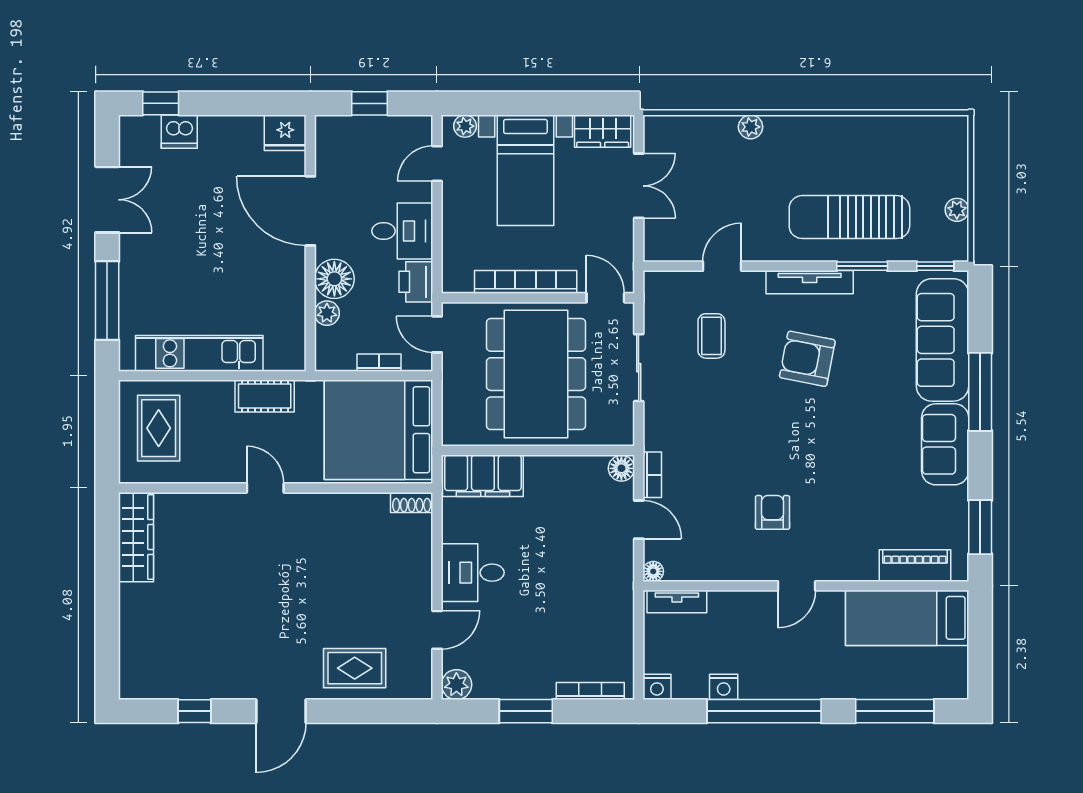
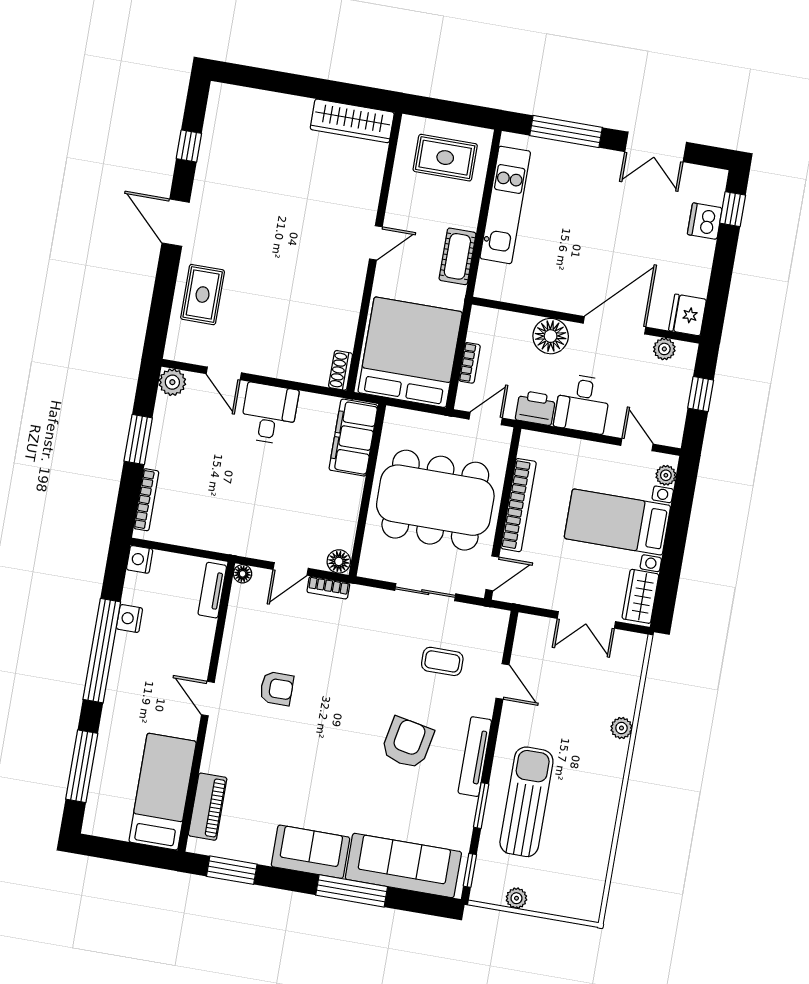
plant: (327, 313) -> (664, 349), moved

